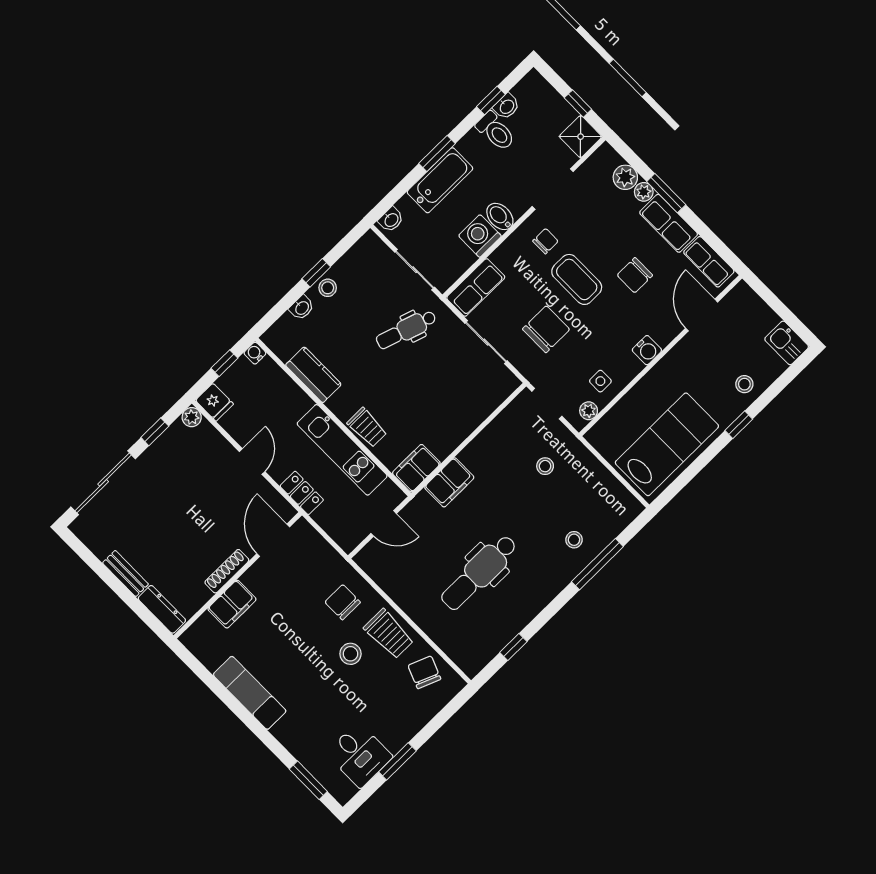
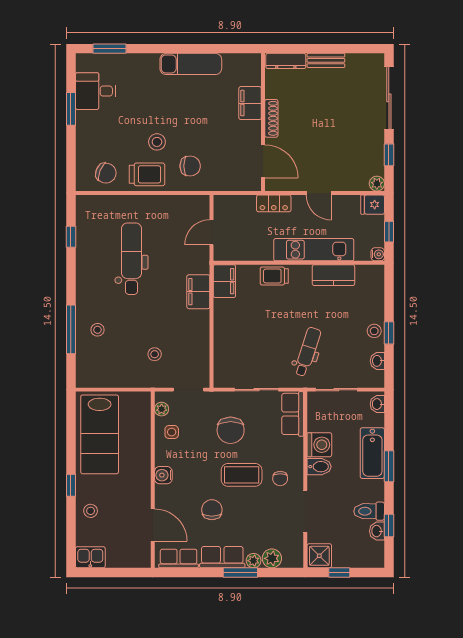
washbasin: (302, 308) -> (377, 361), moved
kitchen unit: (342, 450) -> (314, 250), moved
trolley: (389, 634) -> (147, 174), turned 180

